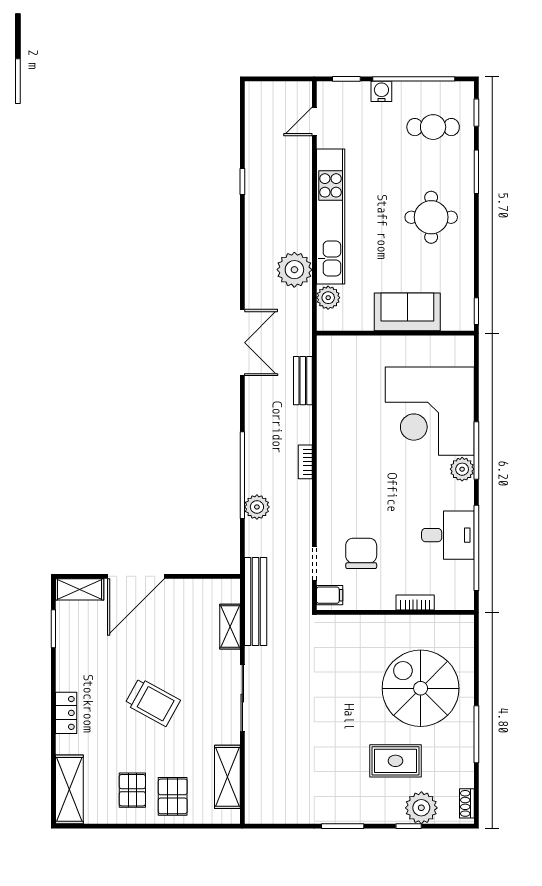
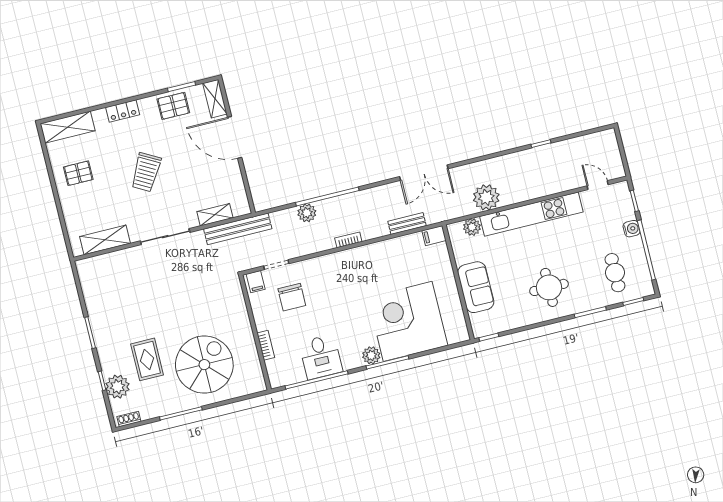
filing cabinet: (327, 350) -> (434, 236), added
chair: (361, 553) -> (292, 297), turned 90
pallet: (173, 796) -> (173, 106), moved

